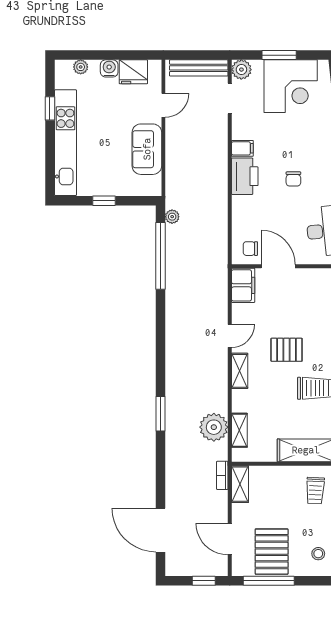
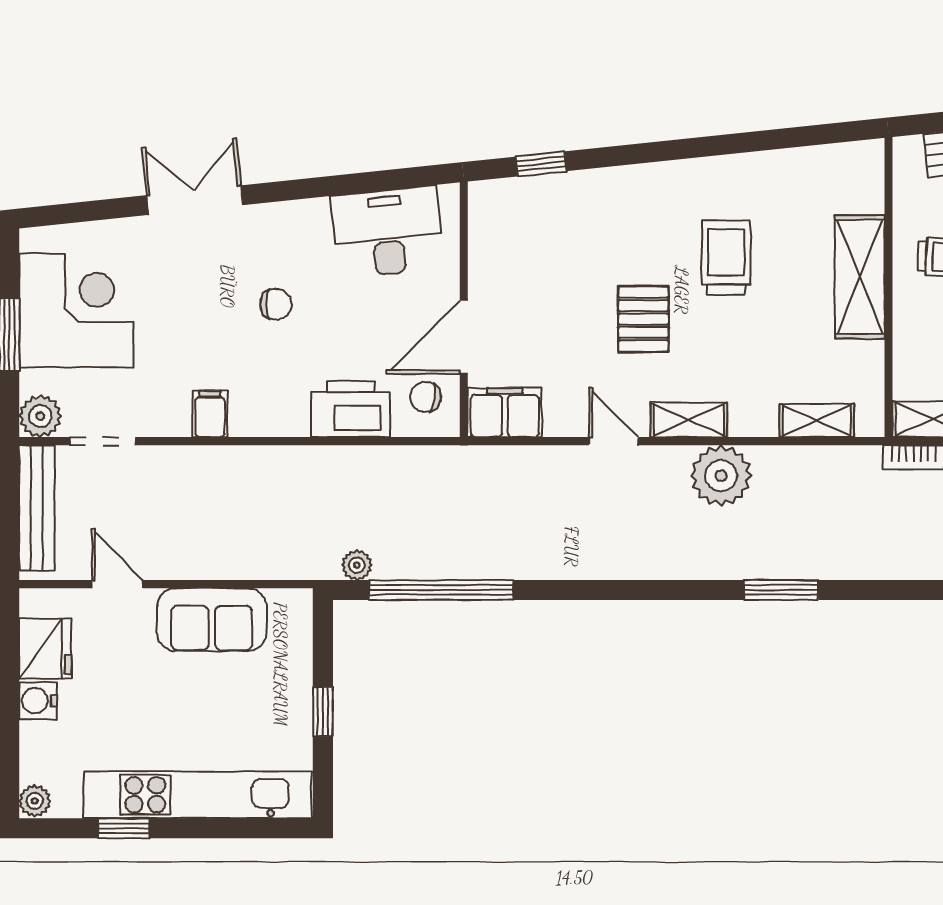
plant: (81, 67) -> (35, 801), moved
printer: (245, 176) -> (351, 409), moved
chair: (250, 249) -> (426, 397), turned 98
plant: (214, 427) -> (721, 476), moved

